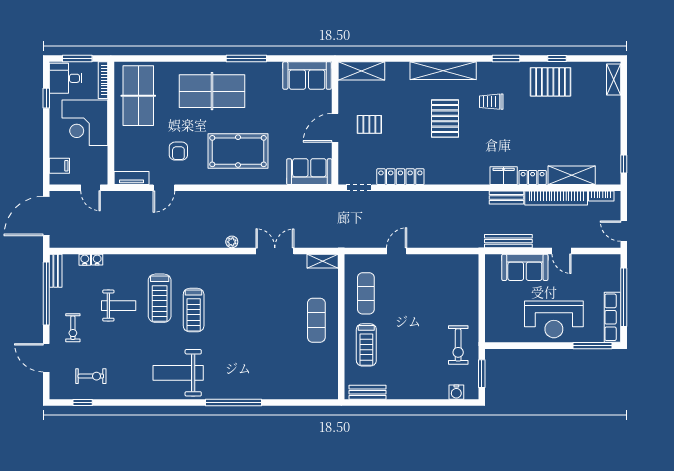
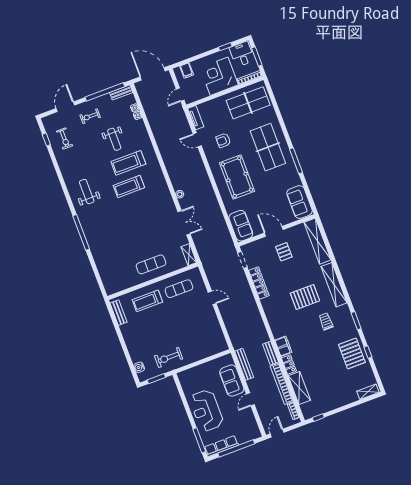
shelving: (361, 71) -> (317, 241), width x1.47
weight bench: (178, 373) -> (87, 192), width x0.73, depth x0.75

